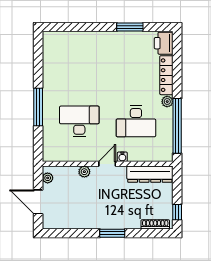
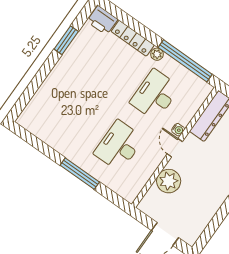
desk: (136, 121) -> (155, 95), turned 180
plant: (84, 172) -> (169, 181), width x1.88, depth x1.88
plant: (48, 178) -> (150, 210), removed

